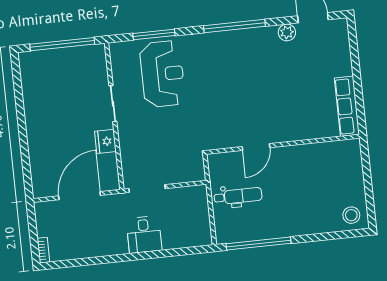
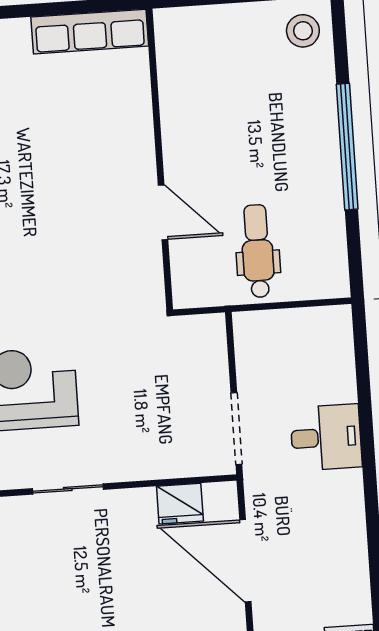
fridge: (105, 141) -> (180, 504), moved
window: (259, 243) -> (347, 147), moved

